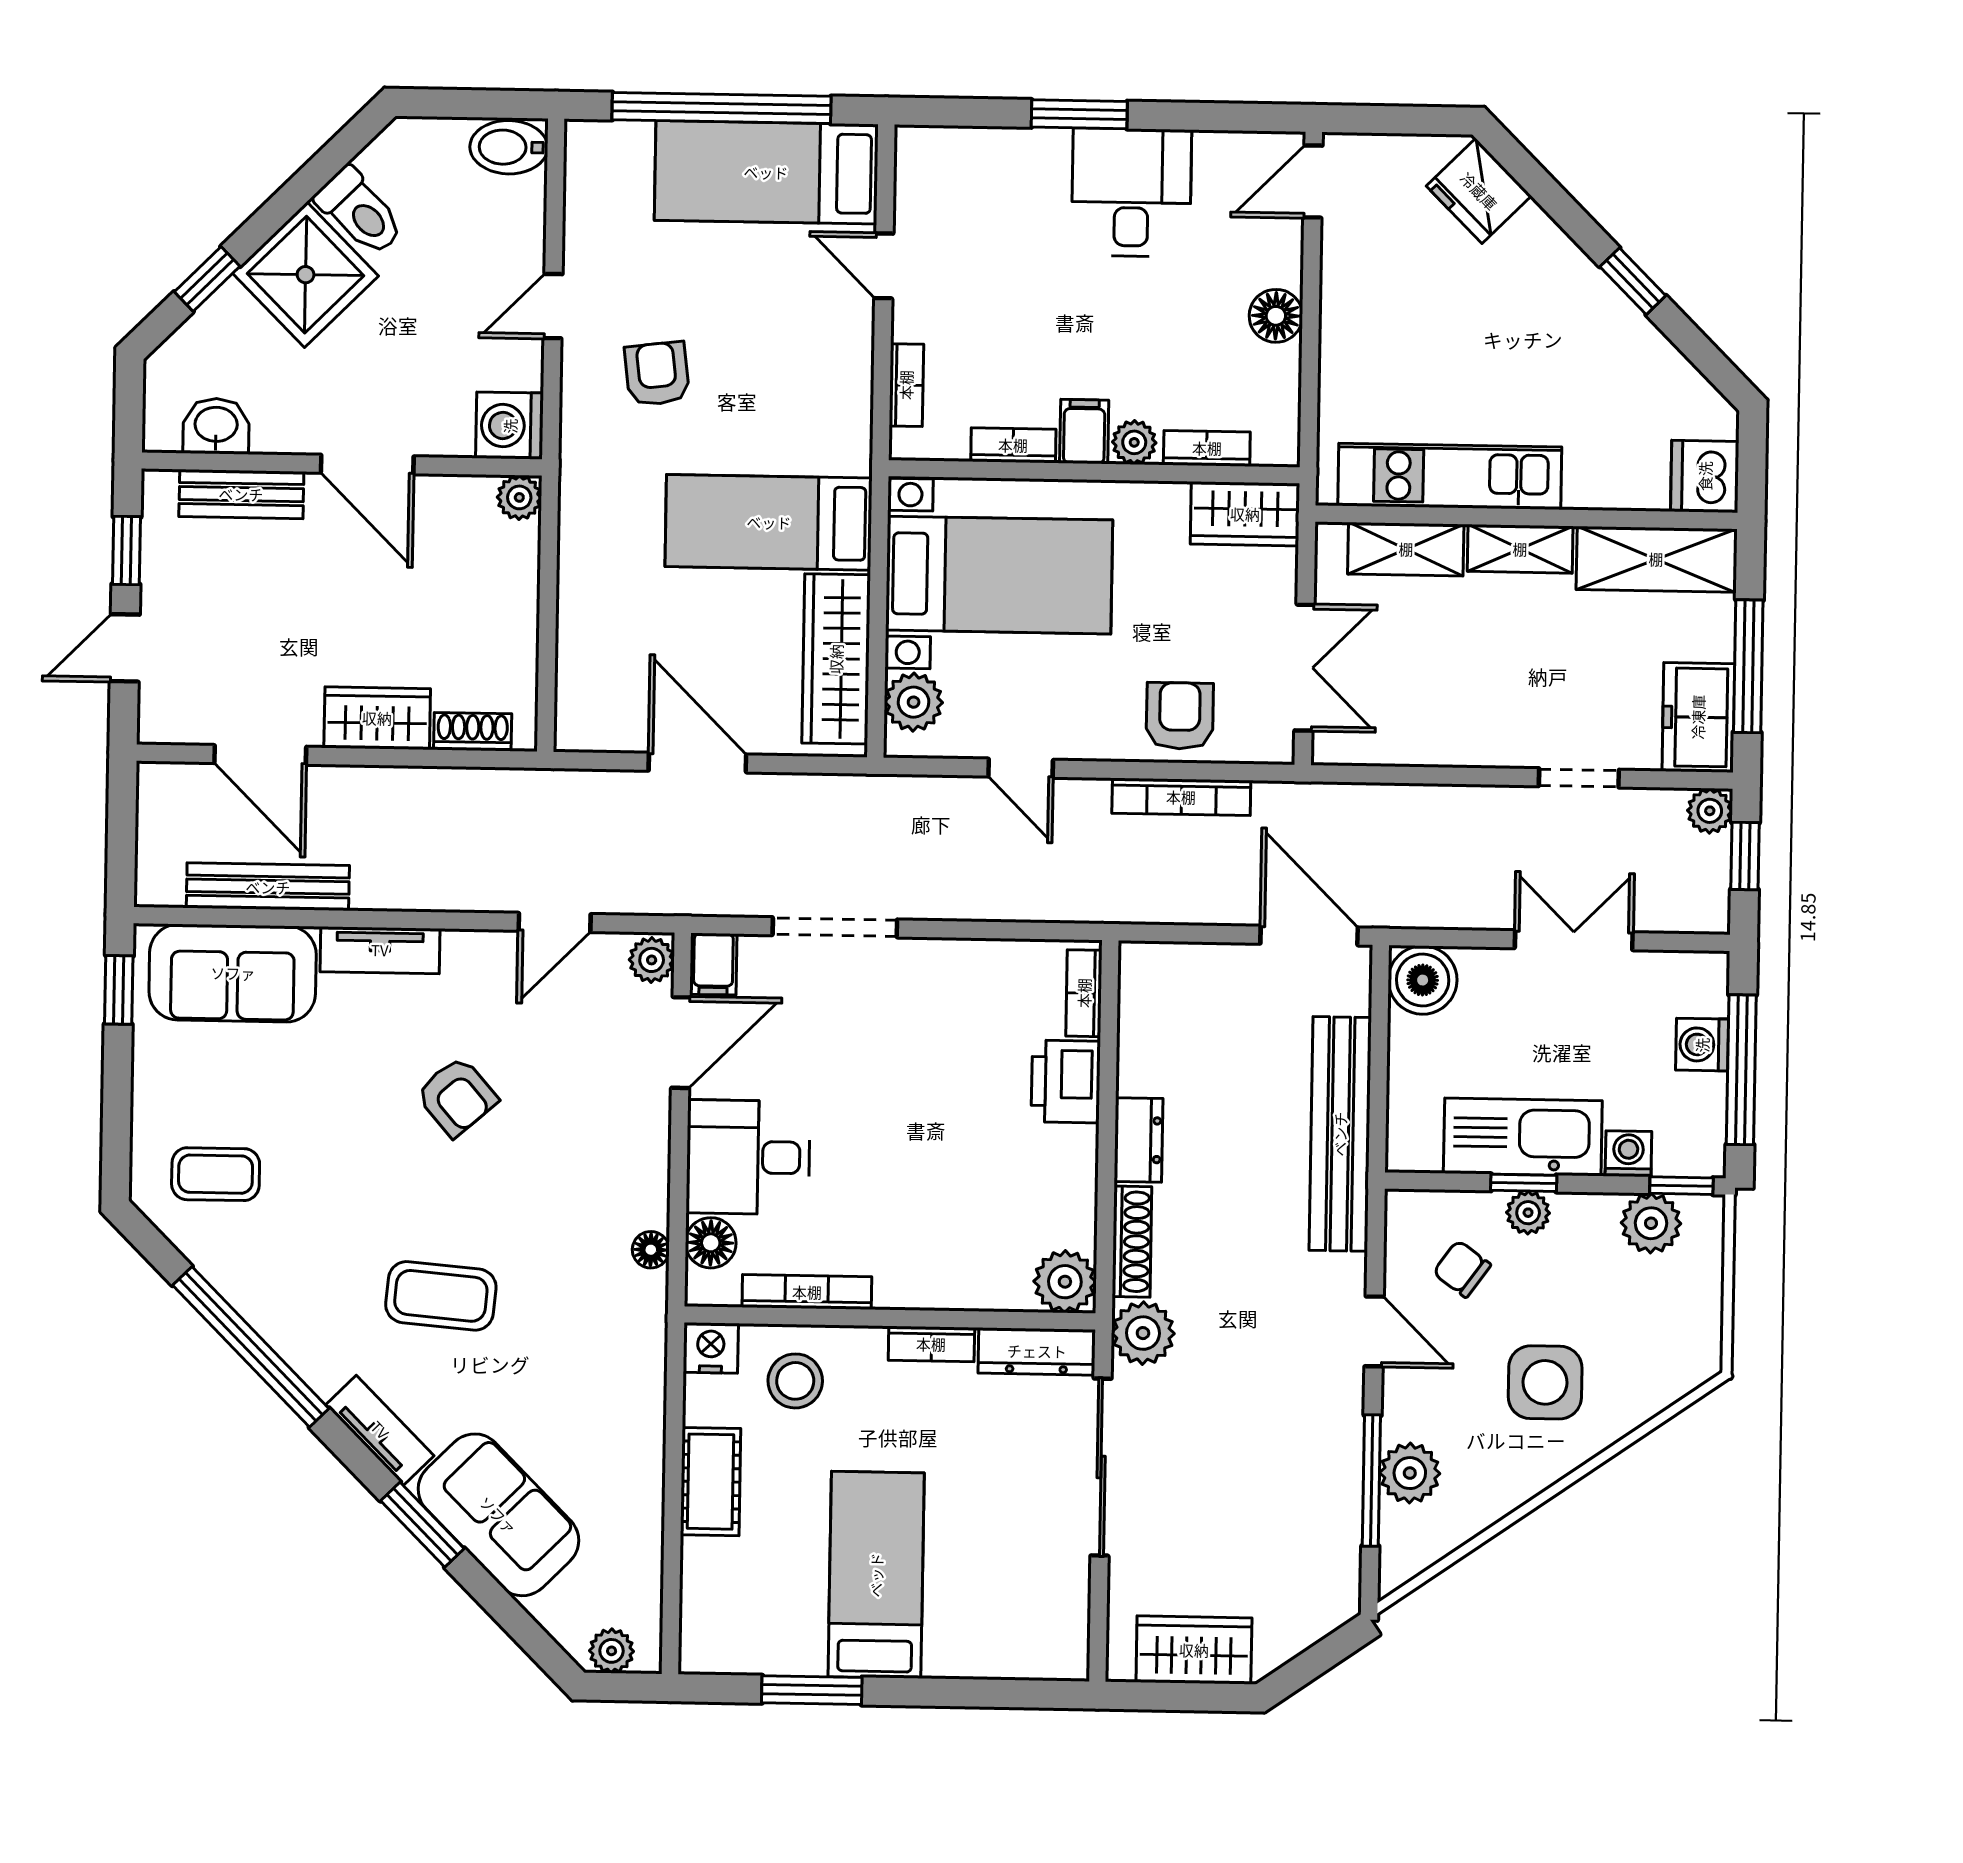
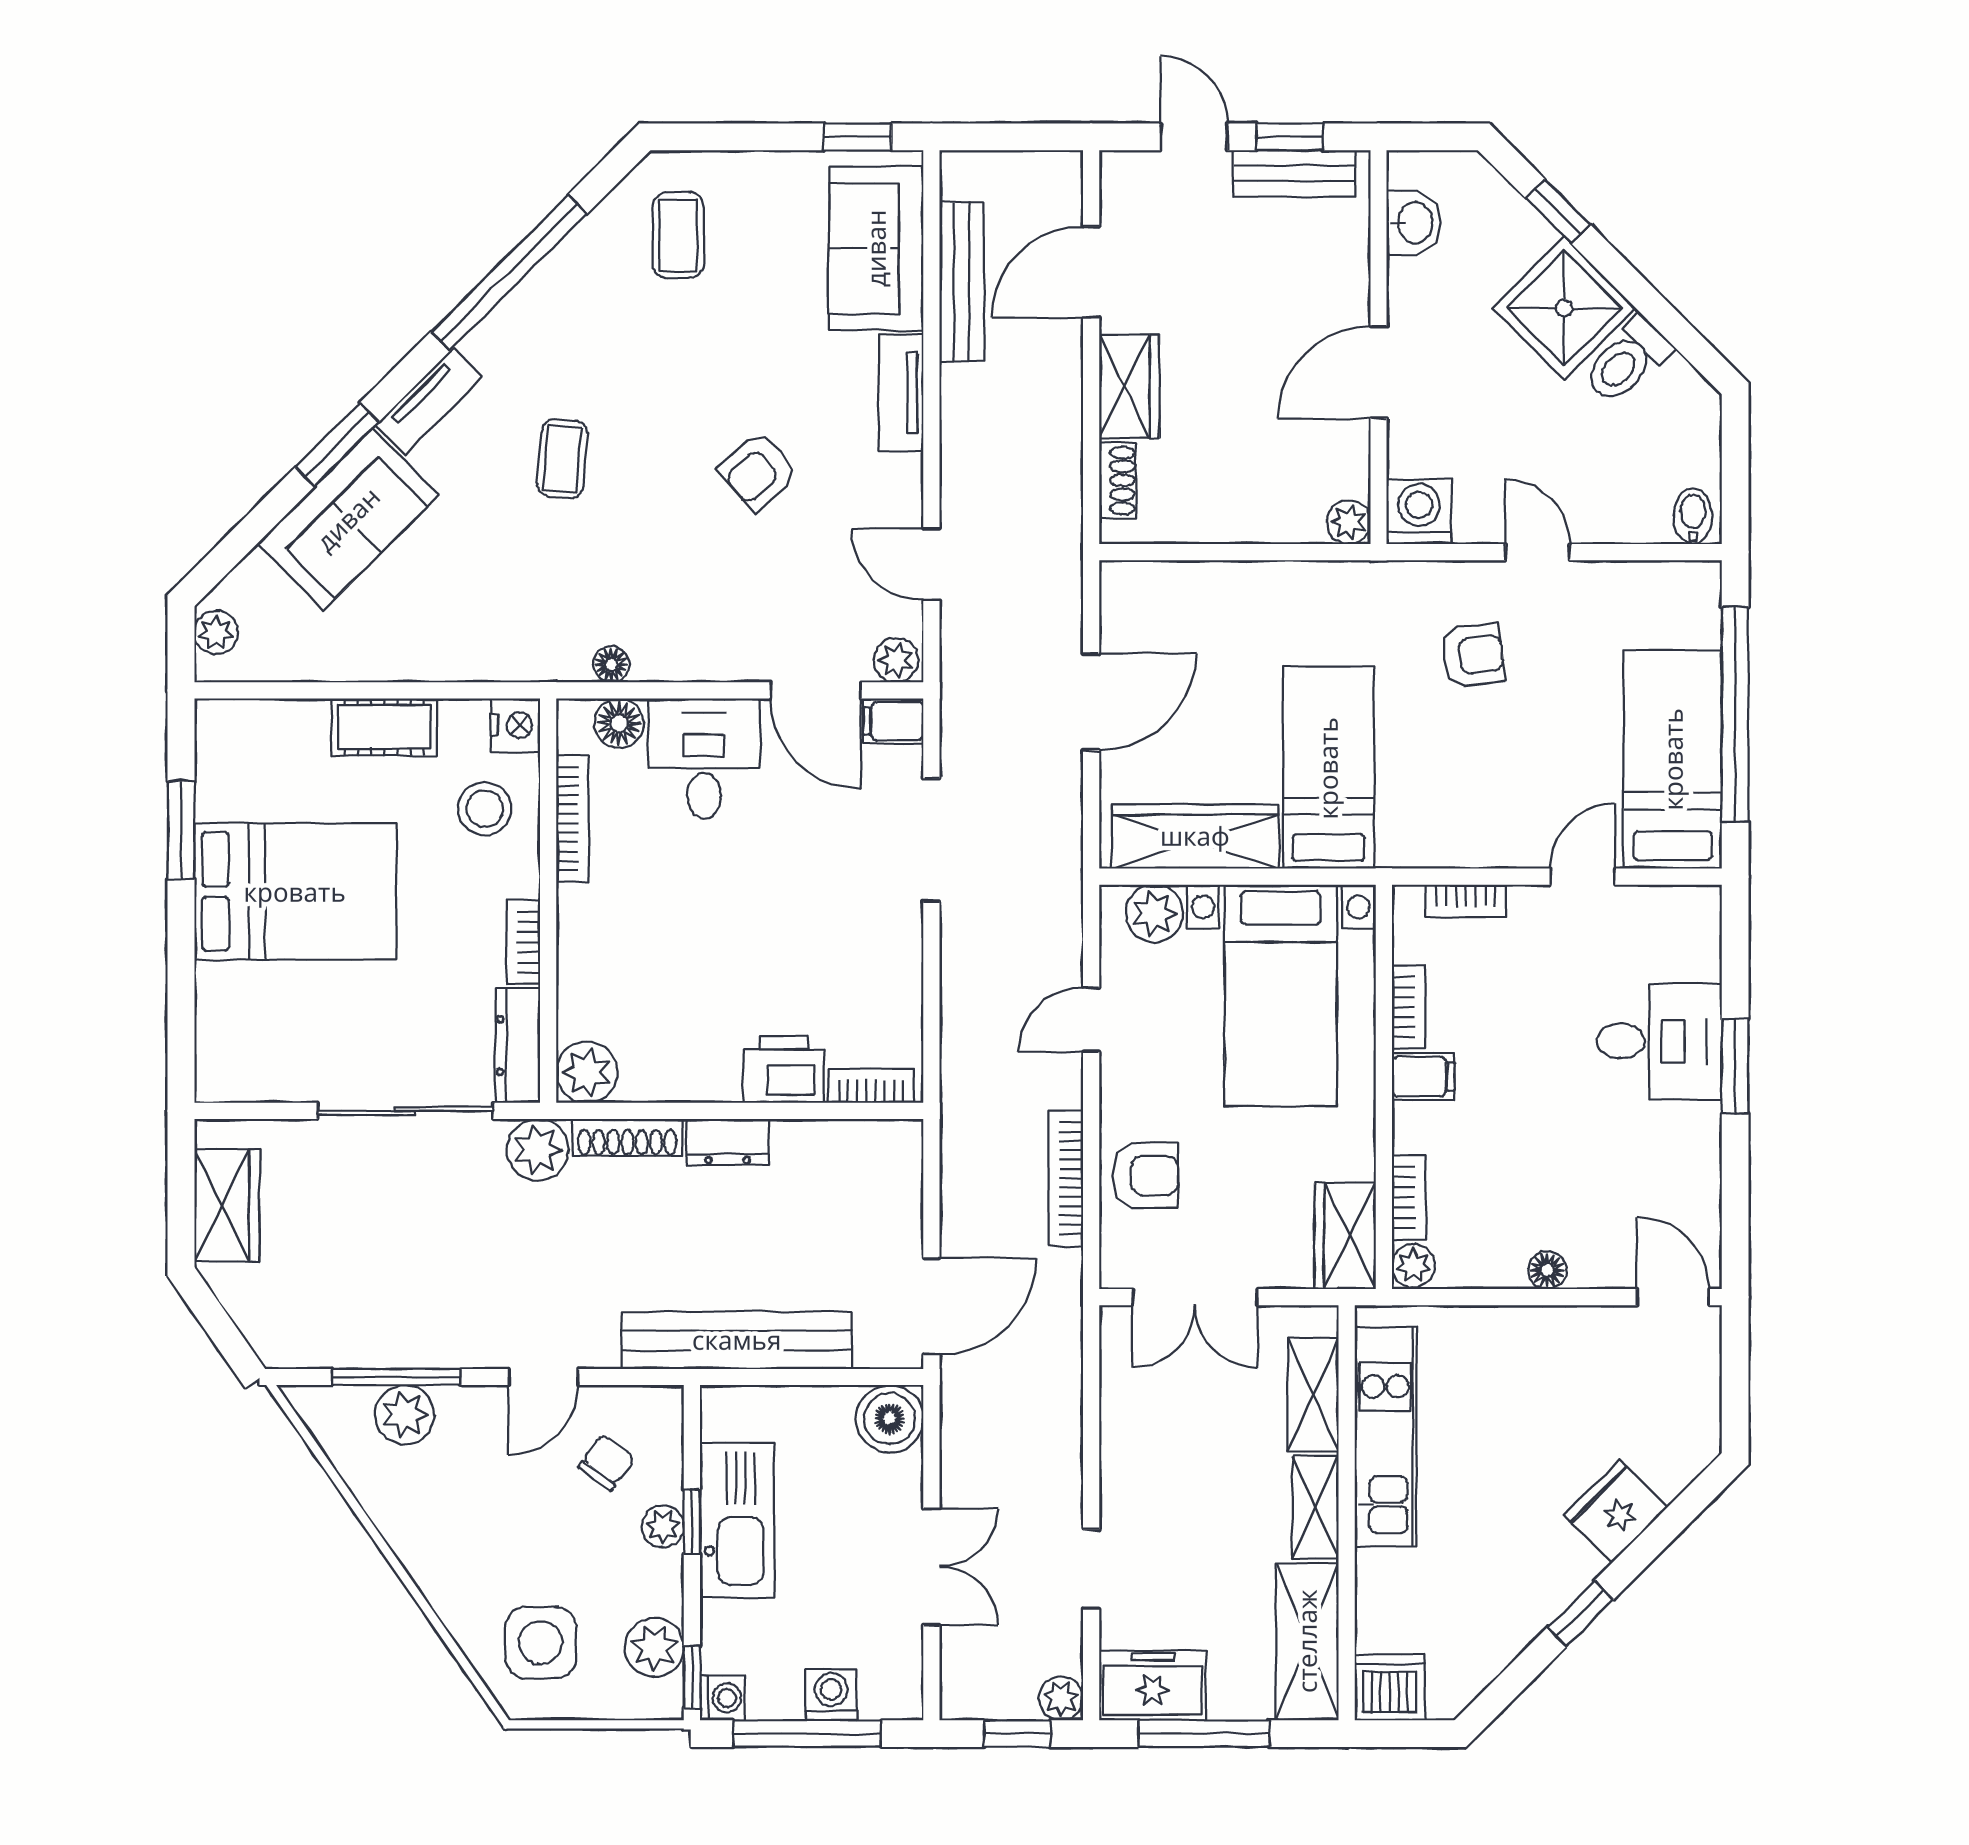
bidet: (509, 147) -> (1693, 516), width x0.72, depth x0.74
fridge: (1479, 191) -> (1616, 1511), moved
desk: (1131, 192) -> (1659, 1041), moved
floor lamp: (1276, 316) -> (1547, 1270), width x0.73, depth x0.73
plant: (1134, 442) -> (1413, 1266), moved
bench: (241, 494) -> (1294, 173), moved, turned 90
washing machine: (1628, 1154) -> (722, 1698), moved
coffee table: (441, 1296) -> (562, 459), width x0.73, depth x0.77
side table: (1545, 1382) -> (541, 1643), moved
bed: (876, 1575) -> (295, 892), width x1.50

